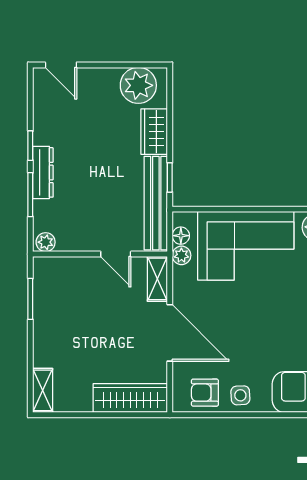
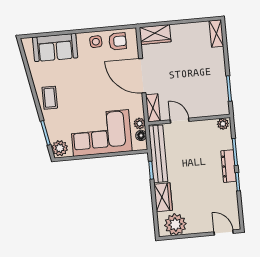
wardrobe: (130, 398) -> (155, 34), width x0.67

